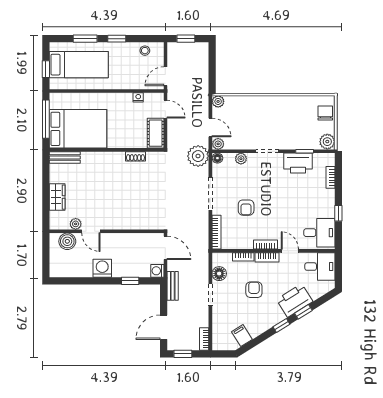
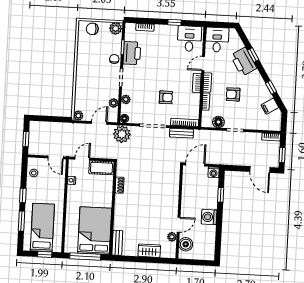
chair: (290, 142) -> (114, 59), added
plant: (218, 144) -> (114, 103), moved
bench: (173, 286) -> (182, 133), moved
window: (281, 326) -> (271, 87), moved

